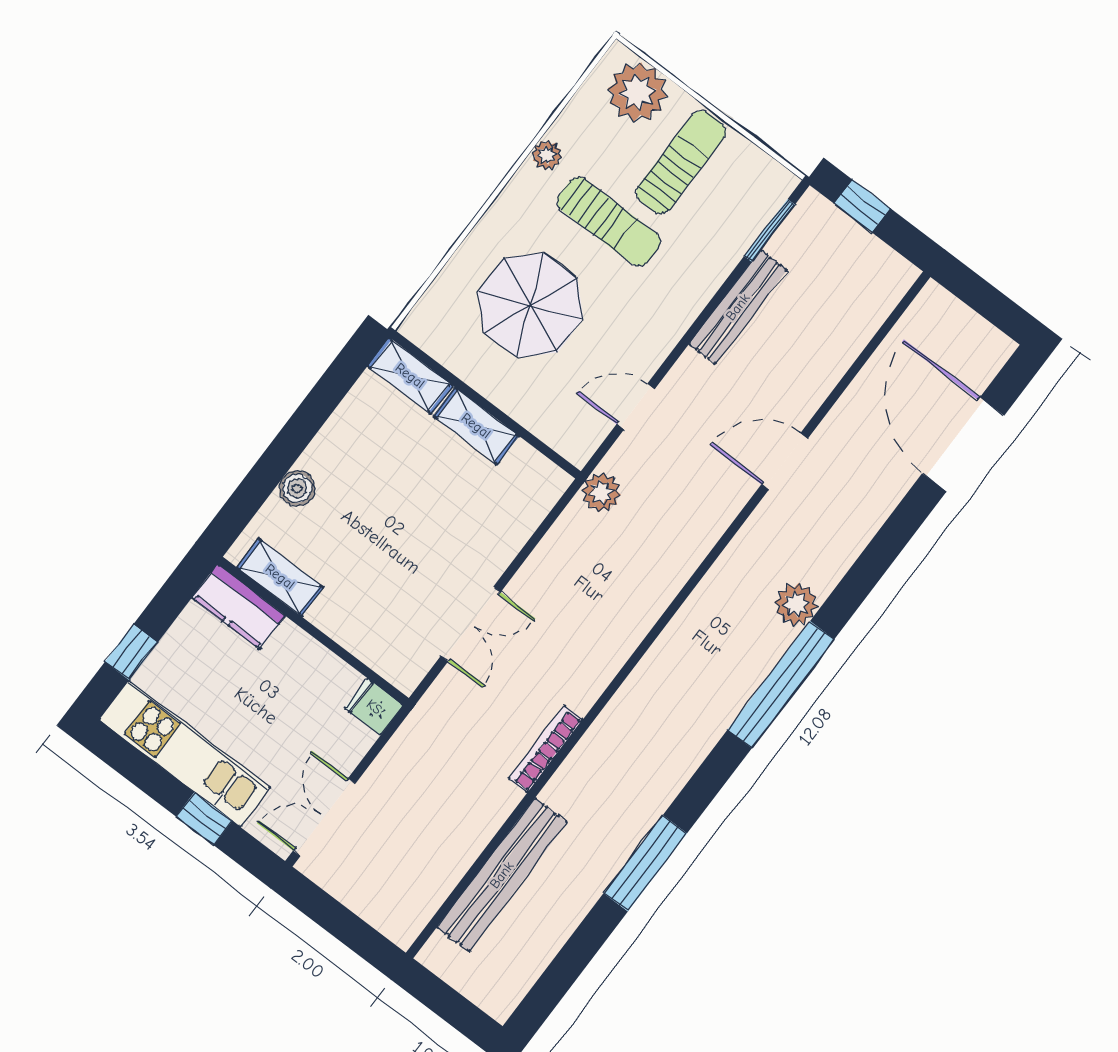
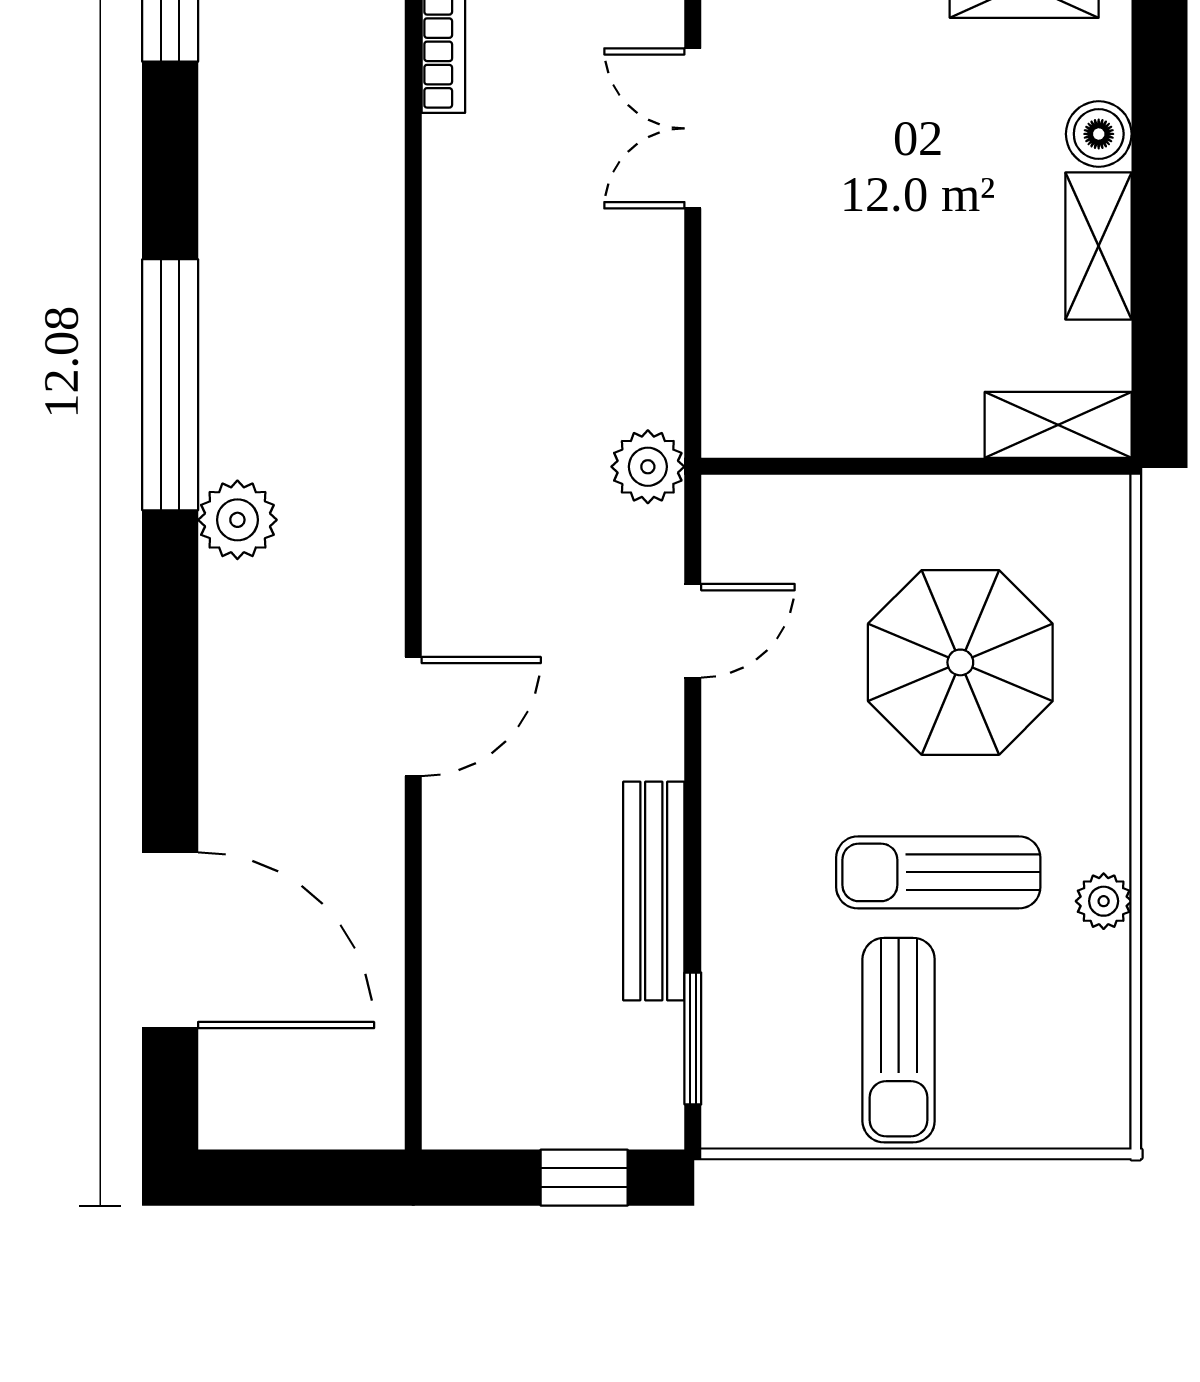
plant: (637, 92) -> (1041, 1094), removed
shelving: (476, 426) -> (1098, 246), moved, turned 90

